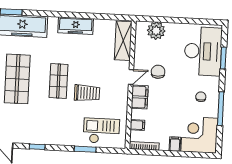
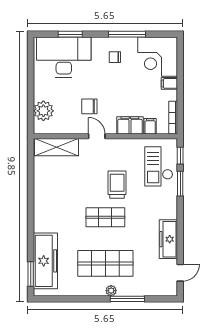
freezer: (76, 26) -> (168, 239), moved, turned 180
filing cabinet: (140, 97) -> (130, 125), moved
window: (37, 147) -> (180, 156), moved

